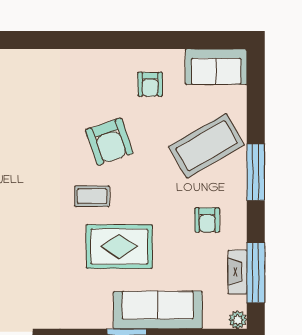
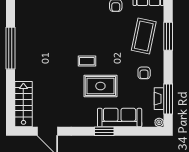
armchair: (109, 142) -> (96, 34), removed
coffee table: (207, 146) -> (144, 36), turned -48
window: (256, 172) -> (168, 36), moved

